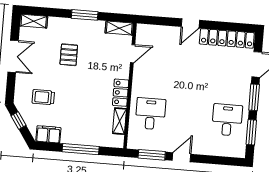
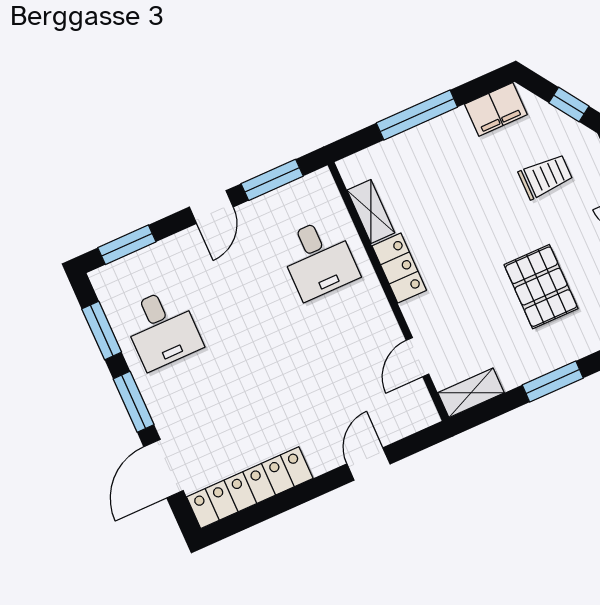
door: (190, 23) -> (368, 464), moved
pallet: (69, 55) -> (541, 287), width x1.50, depth x1.42
window: (223, 161) -> (127, 245), added

